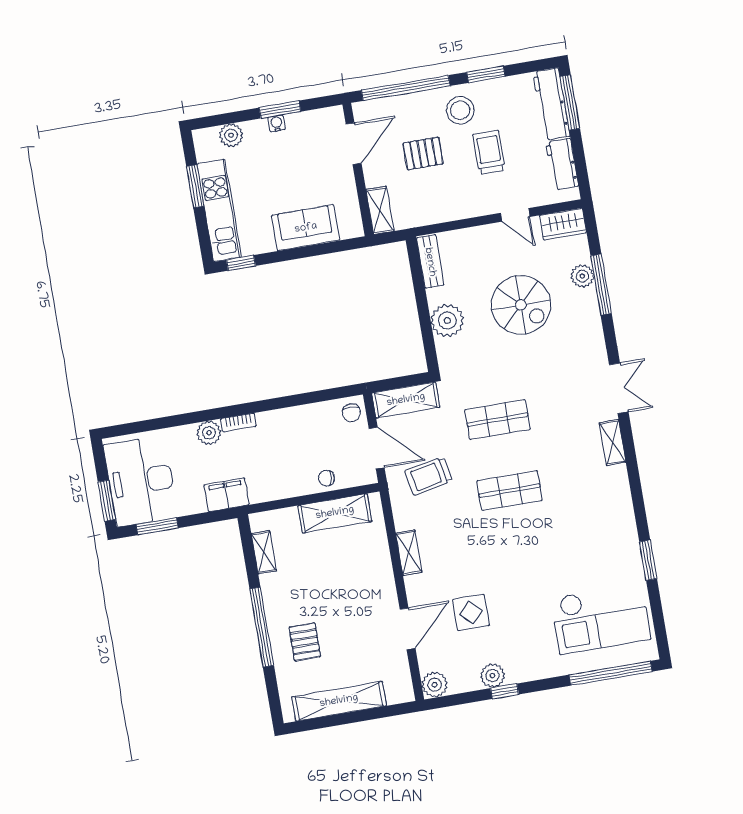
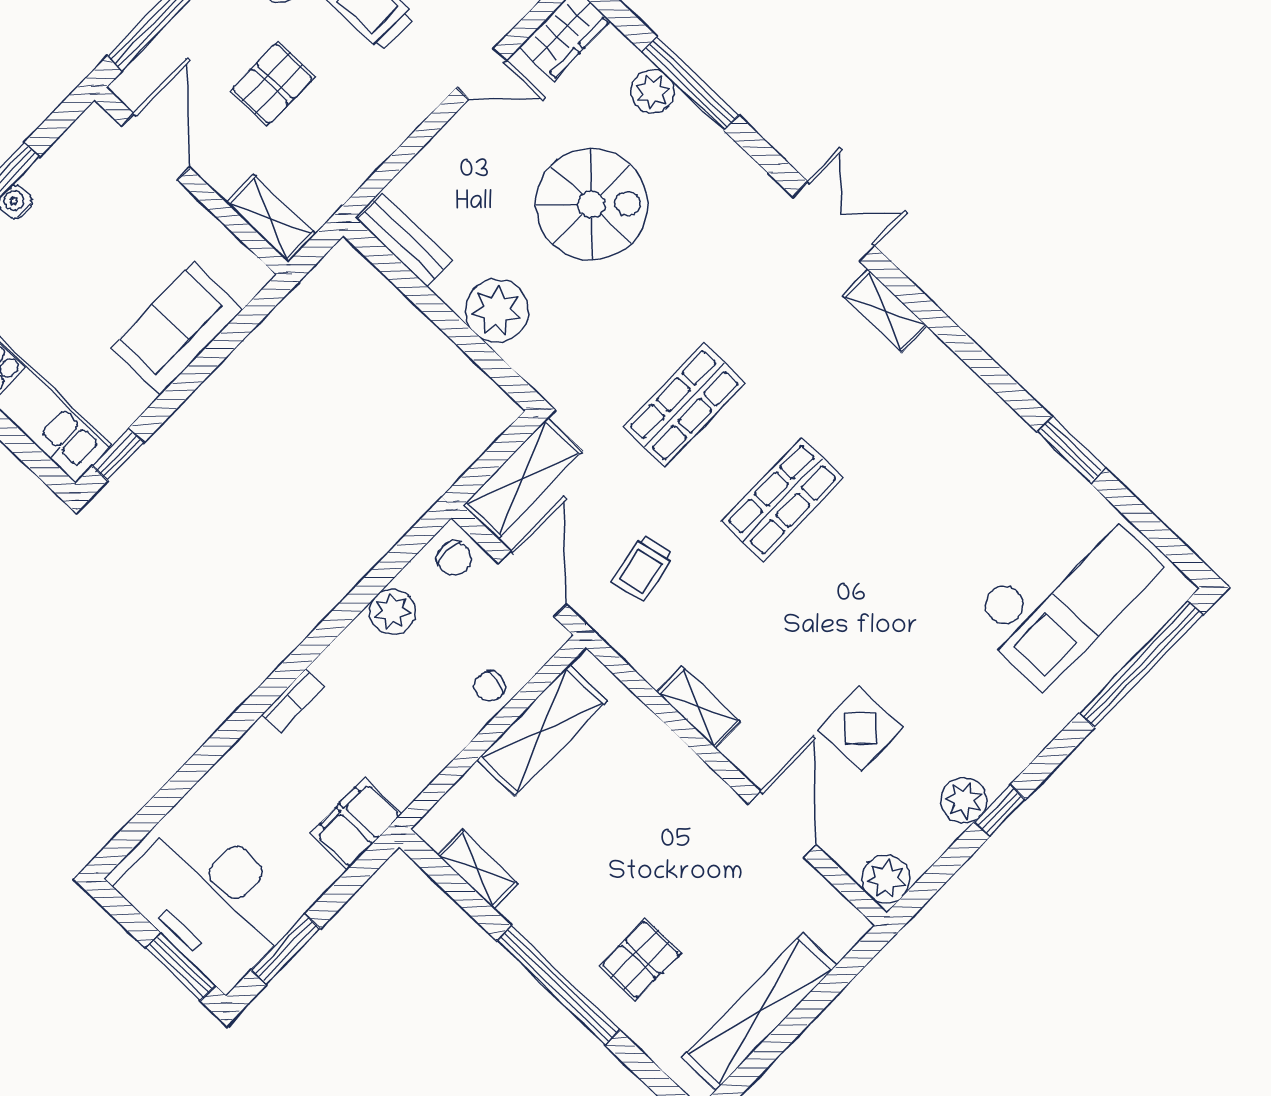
plant: (209, 433) -> (392, 611), moved
door: (377, 448) -> (532, 584), hinge flipped
trolley: (429, 476) -> (643, 568), width x0.73, depth x0.72
pallet: (305, 642) -> (640, 960), turned 90

